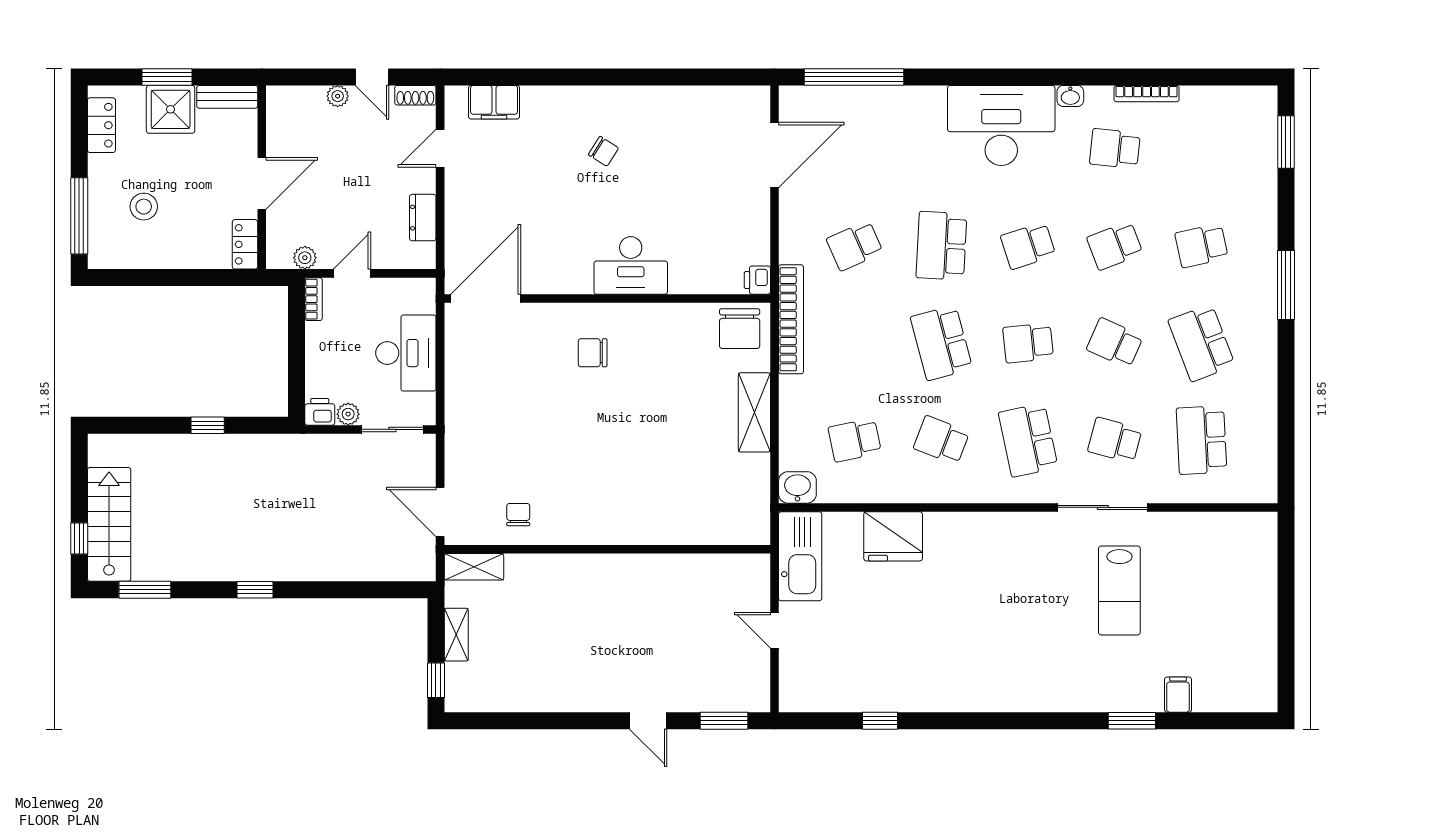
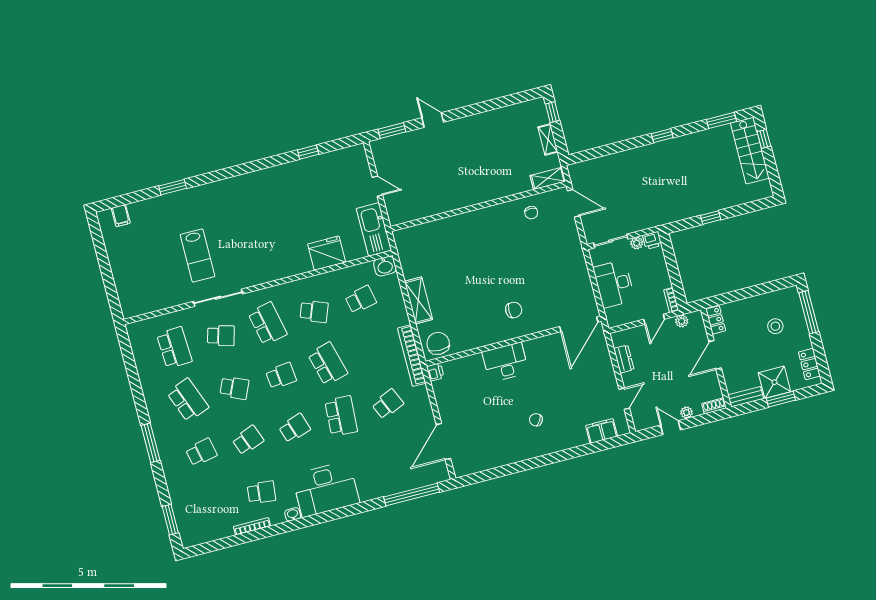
shoe rack: (415, 95) -> (714, 406), moved
lab bench: (1119, 590) -> (198, 255), turned 180
filing cabinet: (1178, 695) -> (121, 216), moved

